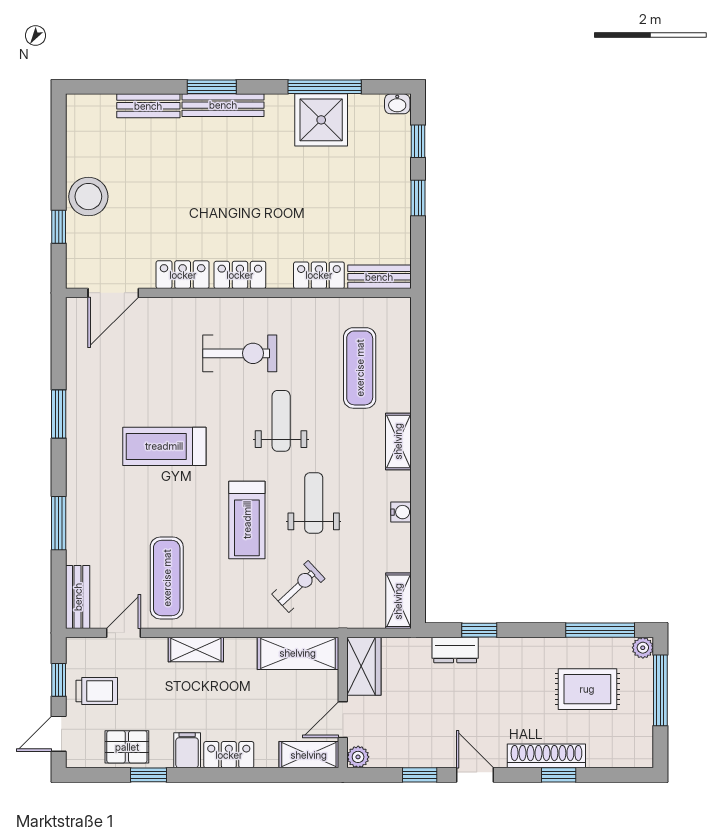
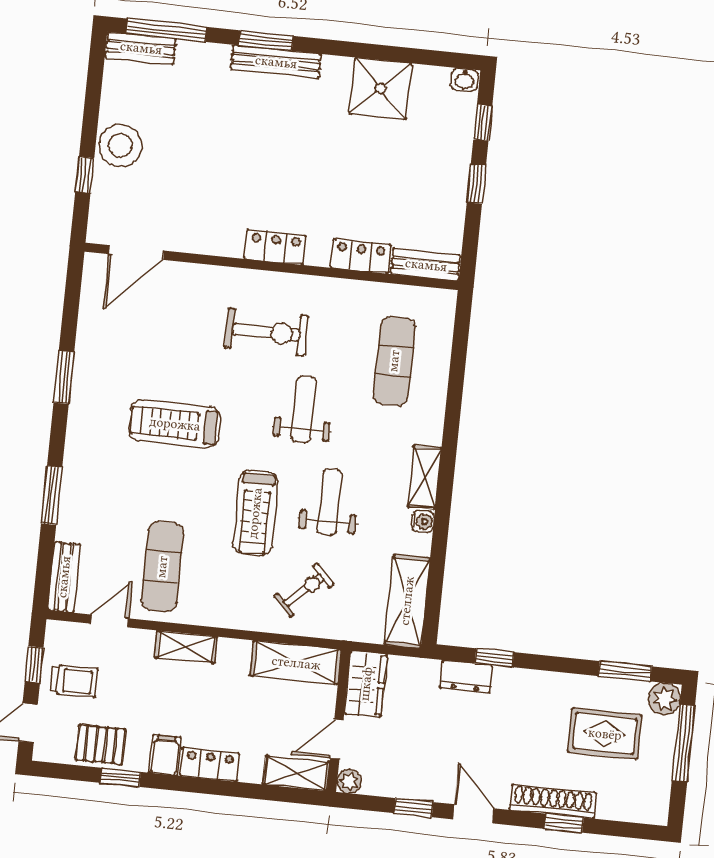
window: (325, 87) -> (166, 30), moved
bench: (148, 106) -> (141, 48), moved
locker: (183, 275) -> (213, 240), removed
shelving: (398, 441) -> (425, 477), moved
shelving: (398, 601) -> (407, 601), width x1.50, depth x1.33
window: (600, 630) -> (625, 671), width x0.69
plant: (643, 648) -> (664, 699), width x1.38, depth x1.38

